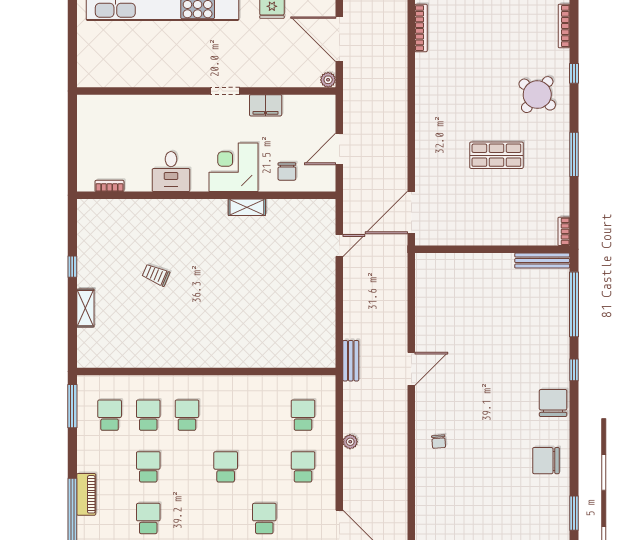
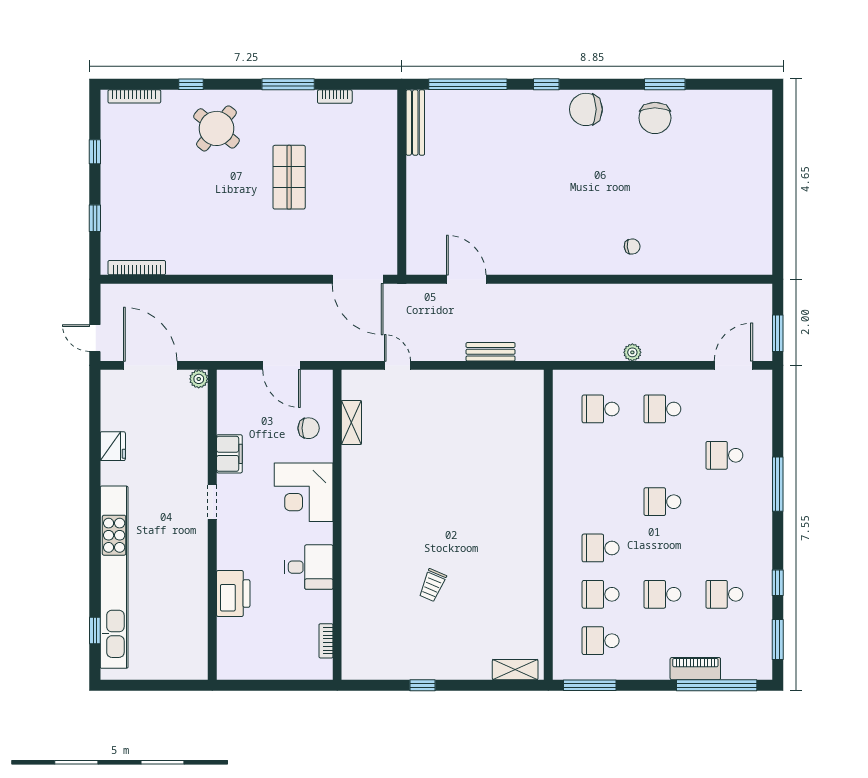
door: (339, 39) -> (150, 365), swing flipped
printer: (149, 109) -> (233, 594), added
shelving: (247, 207) -> (351, 422), moved
bookcase: (564, 231) -> (335, 97), moved
shelving: (85, 308) -> (515, 670), moved
bench: (351, 361) -> (491, 352), moved
door: (411, 369) -> (466, 279), moved
window: (574, 513) -> (665, 84), moved

